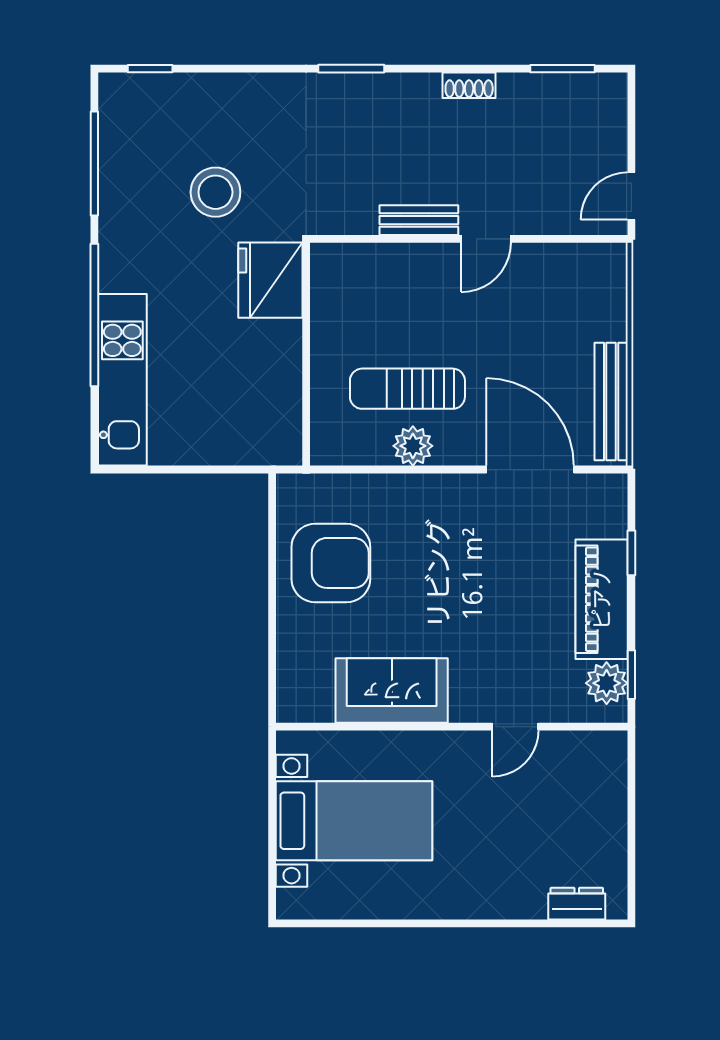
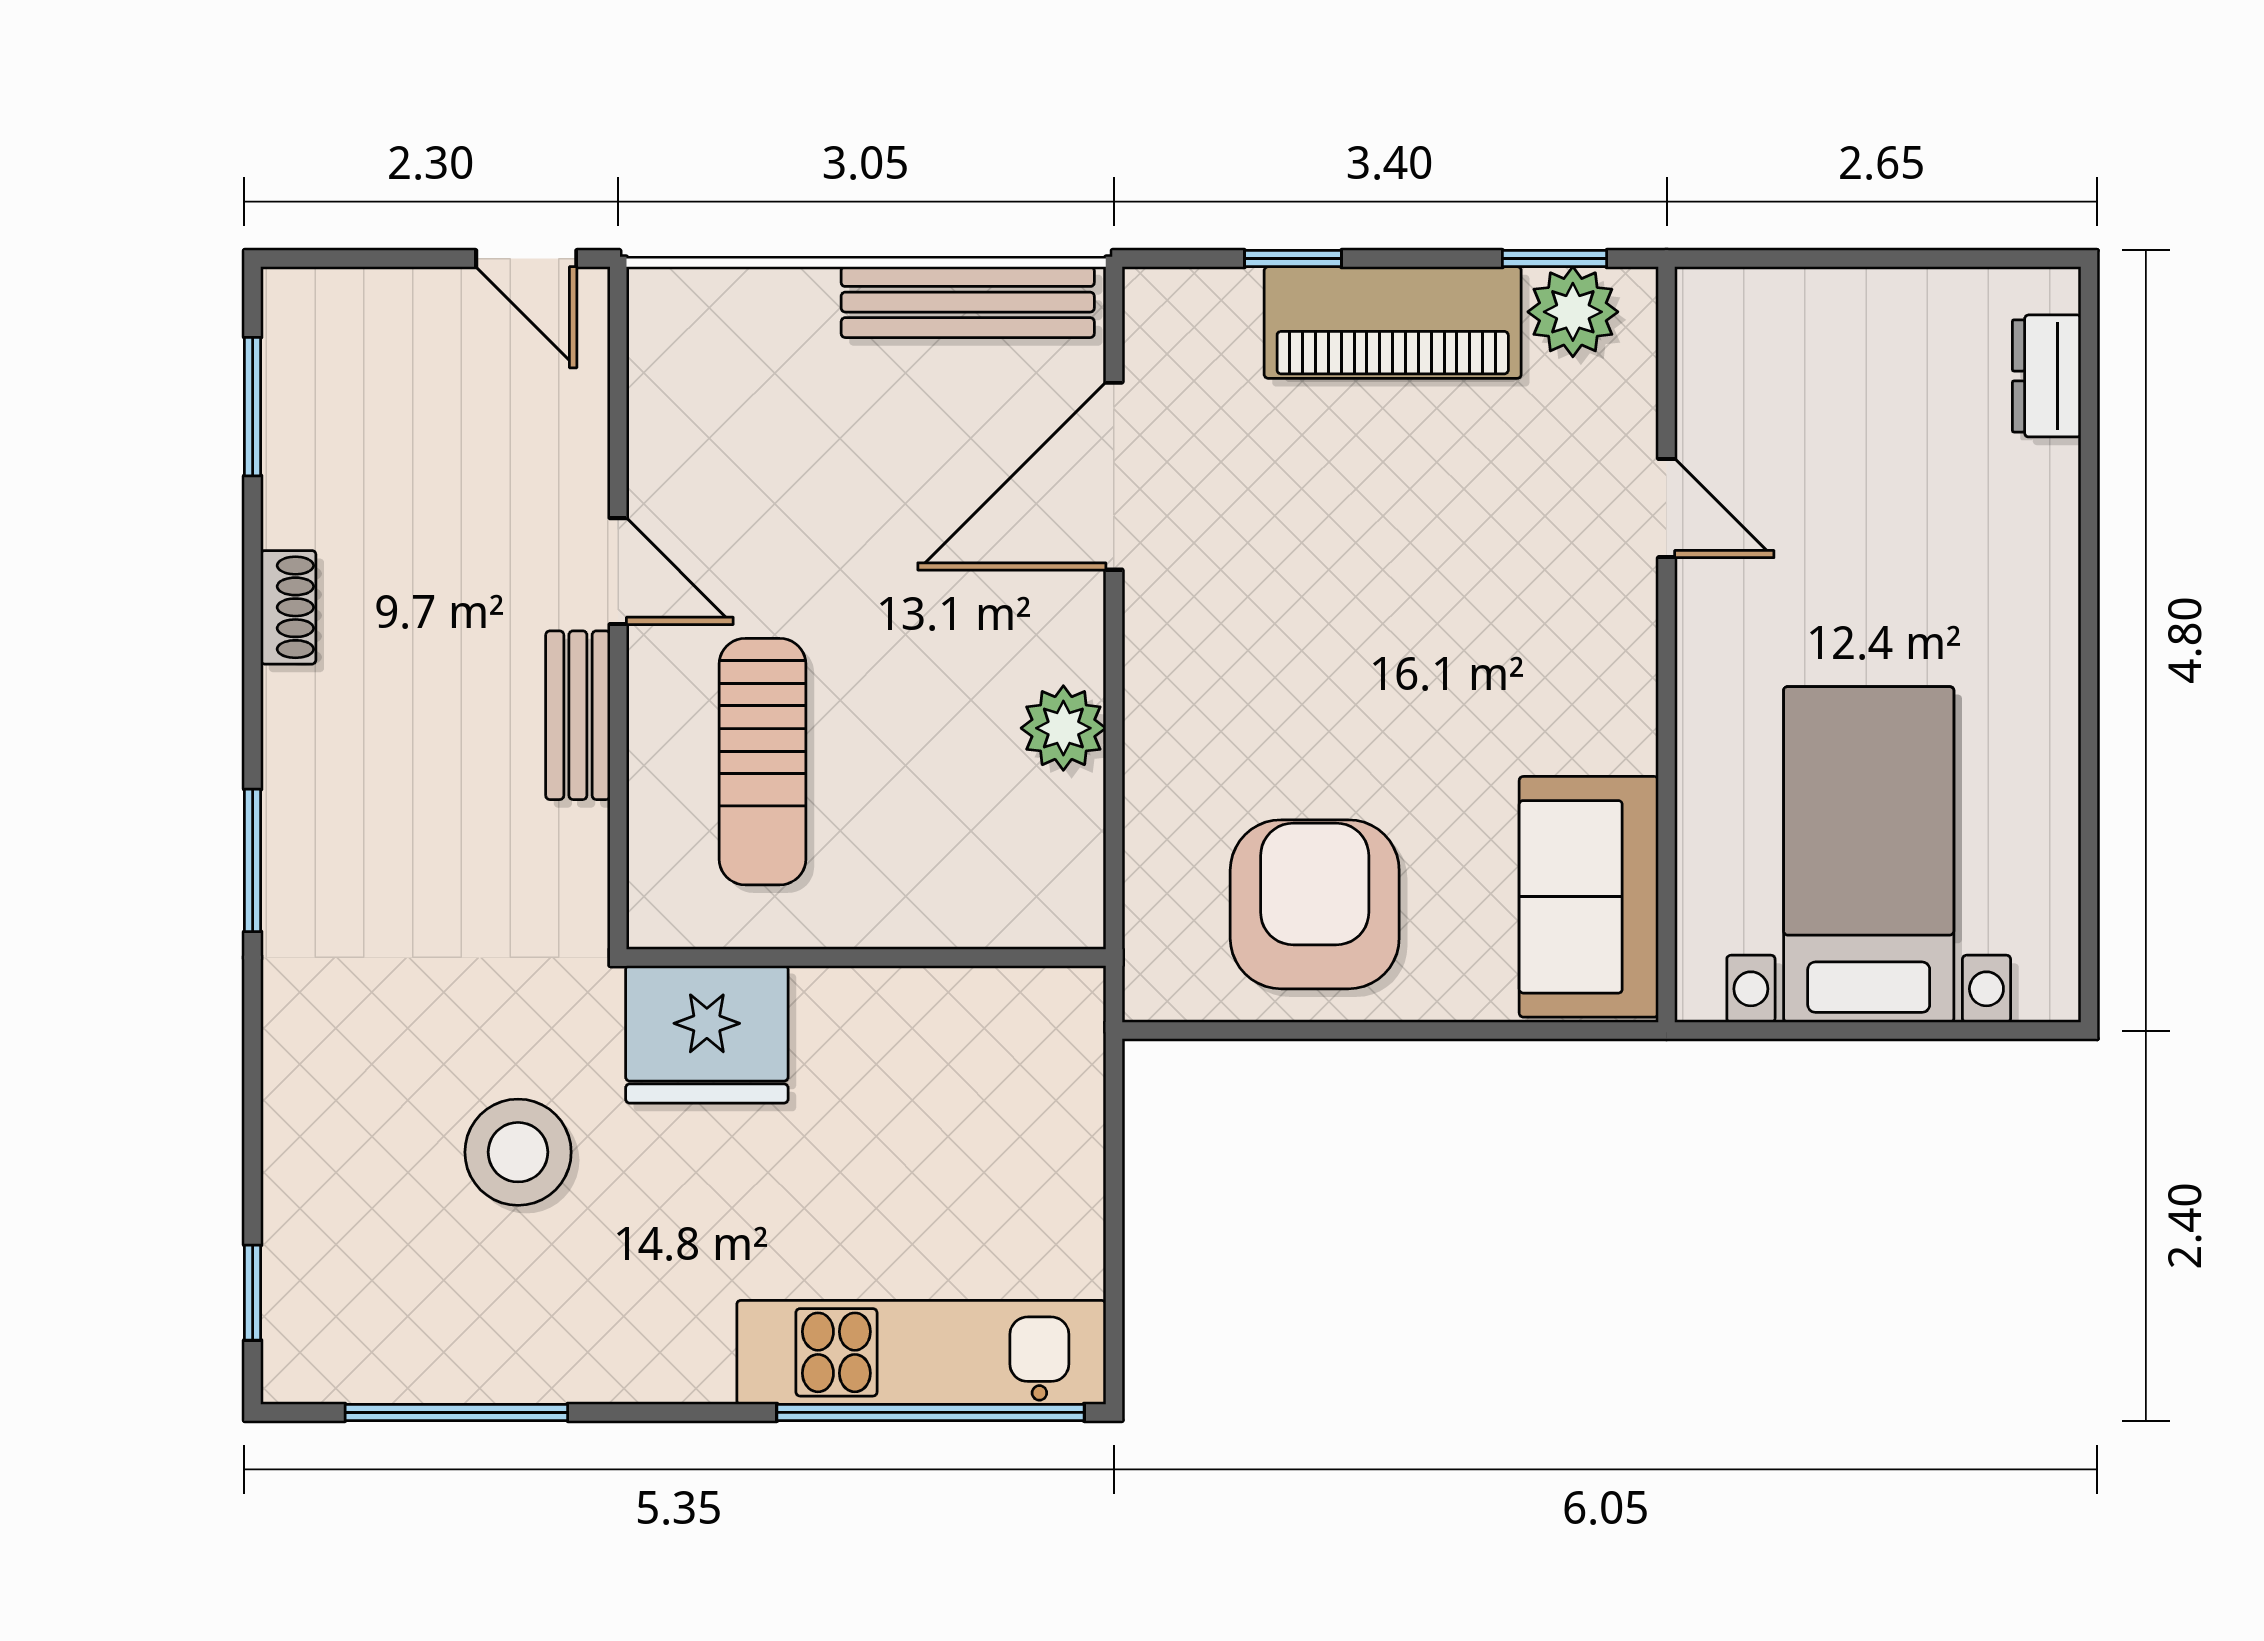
window: (94, 315) -> (930, 1412), moved
sun lounger: (407, 389) -> (762, 762), moved
sofa: (392, 691) -> (1589, 897), moved

